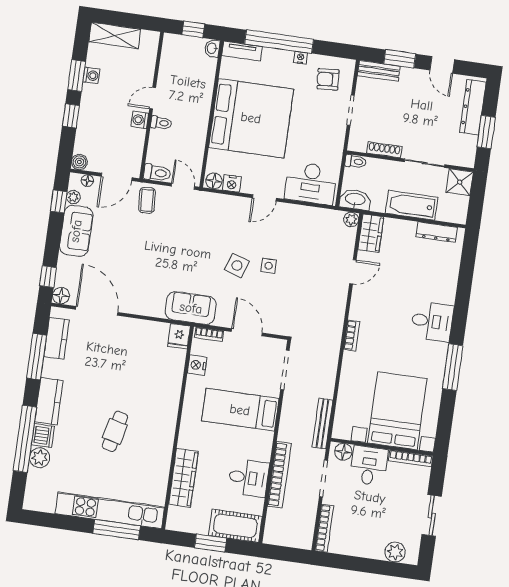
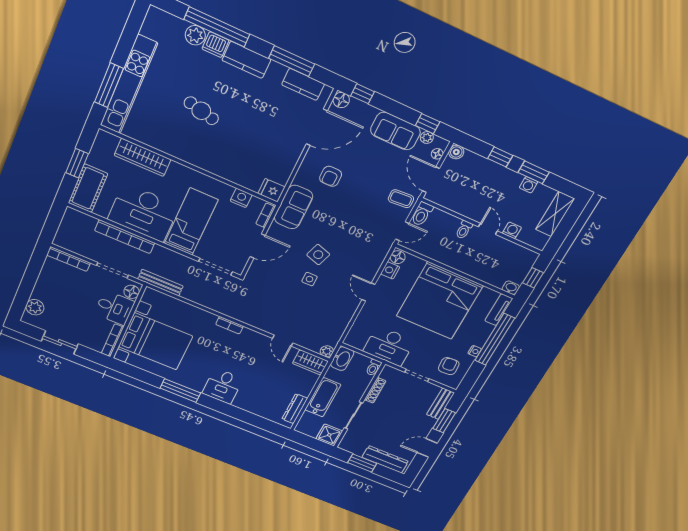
washing machine: (140, 120) -> (512, 230), moved
desk: (311, 183) -> (389, 346), moved, turned -90
armchair: (145, 280) -> (331, 176), added
desk: (249, 478) -> (143, 212), width x1.87, depth x1.30

